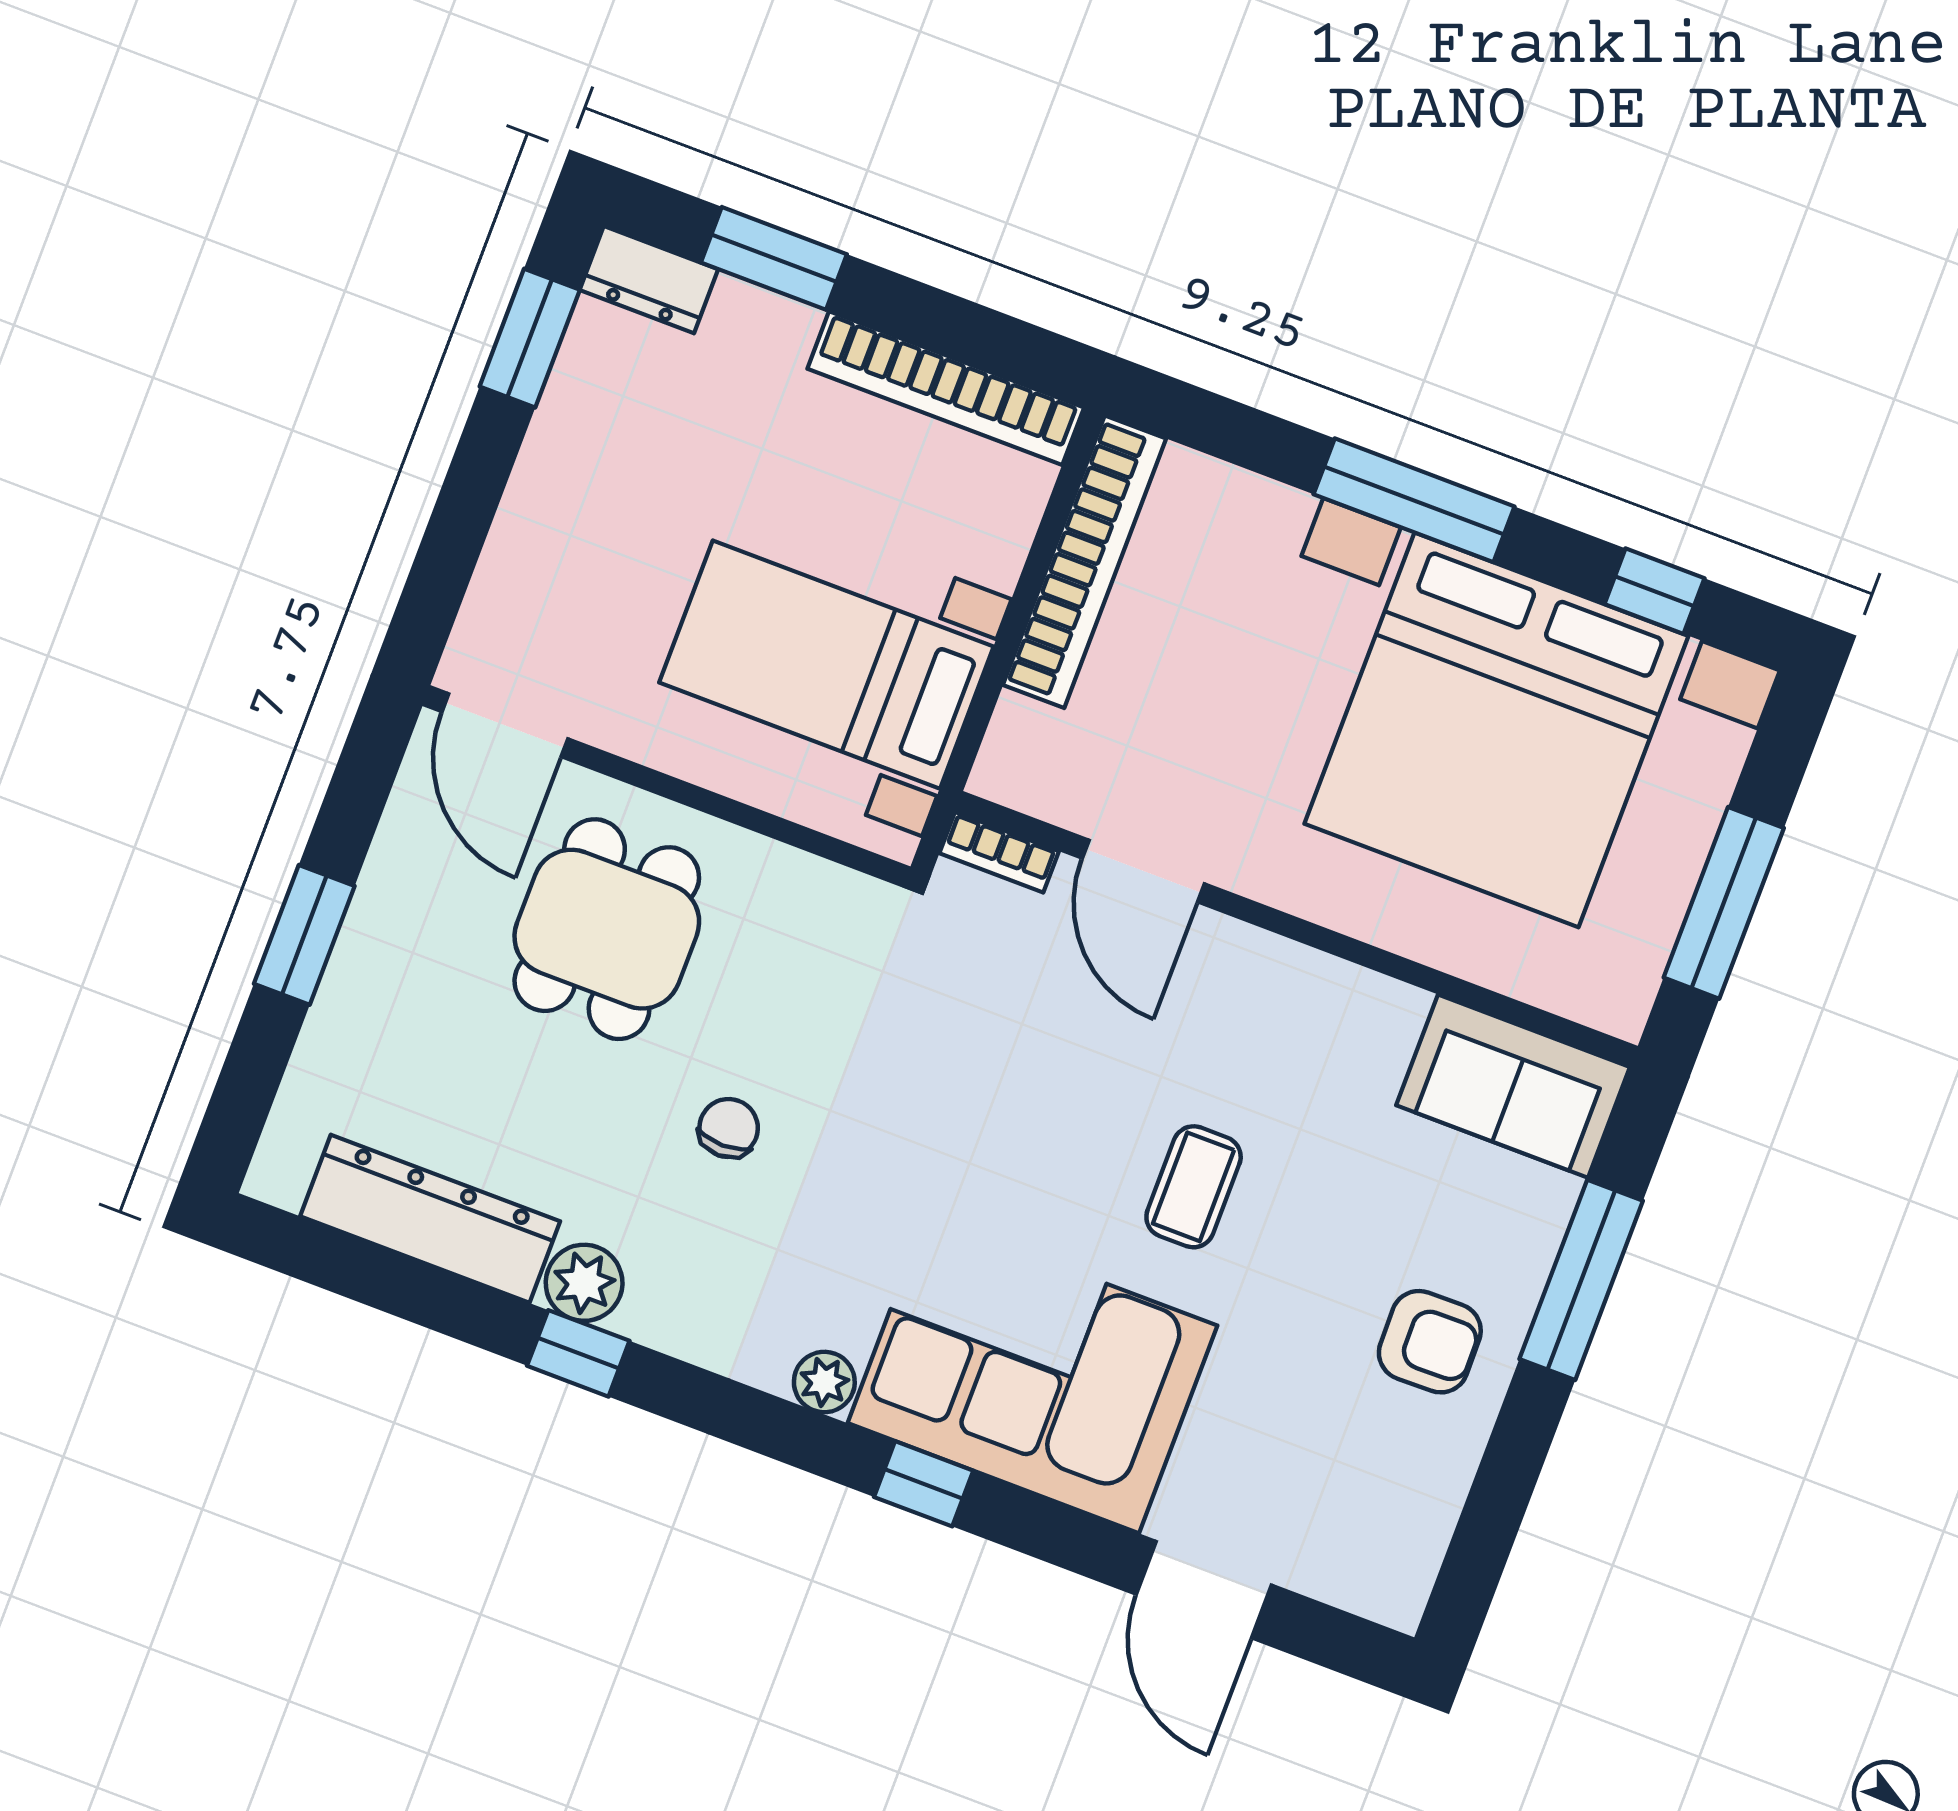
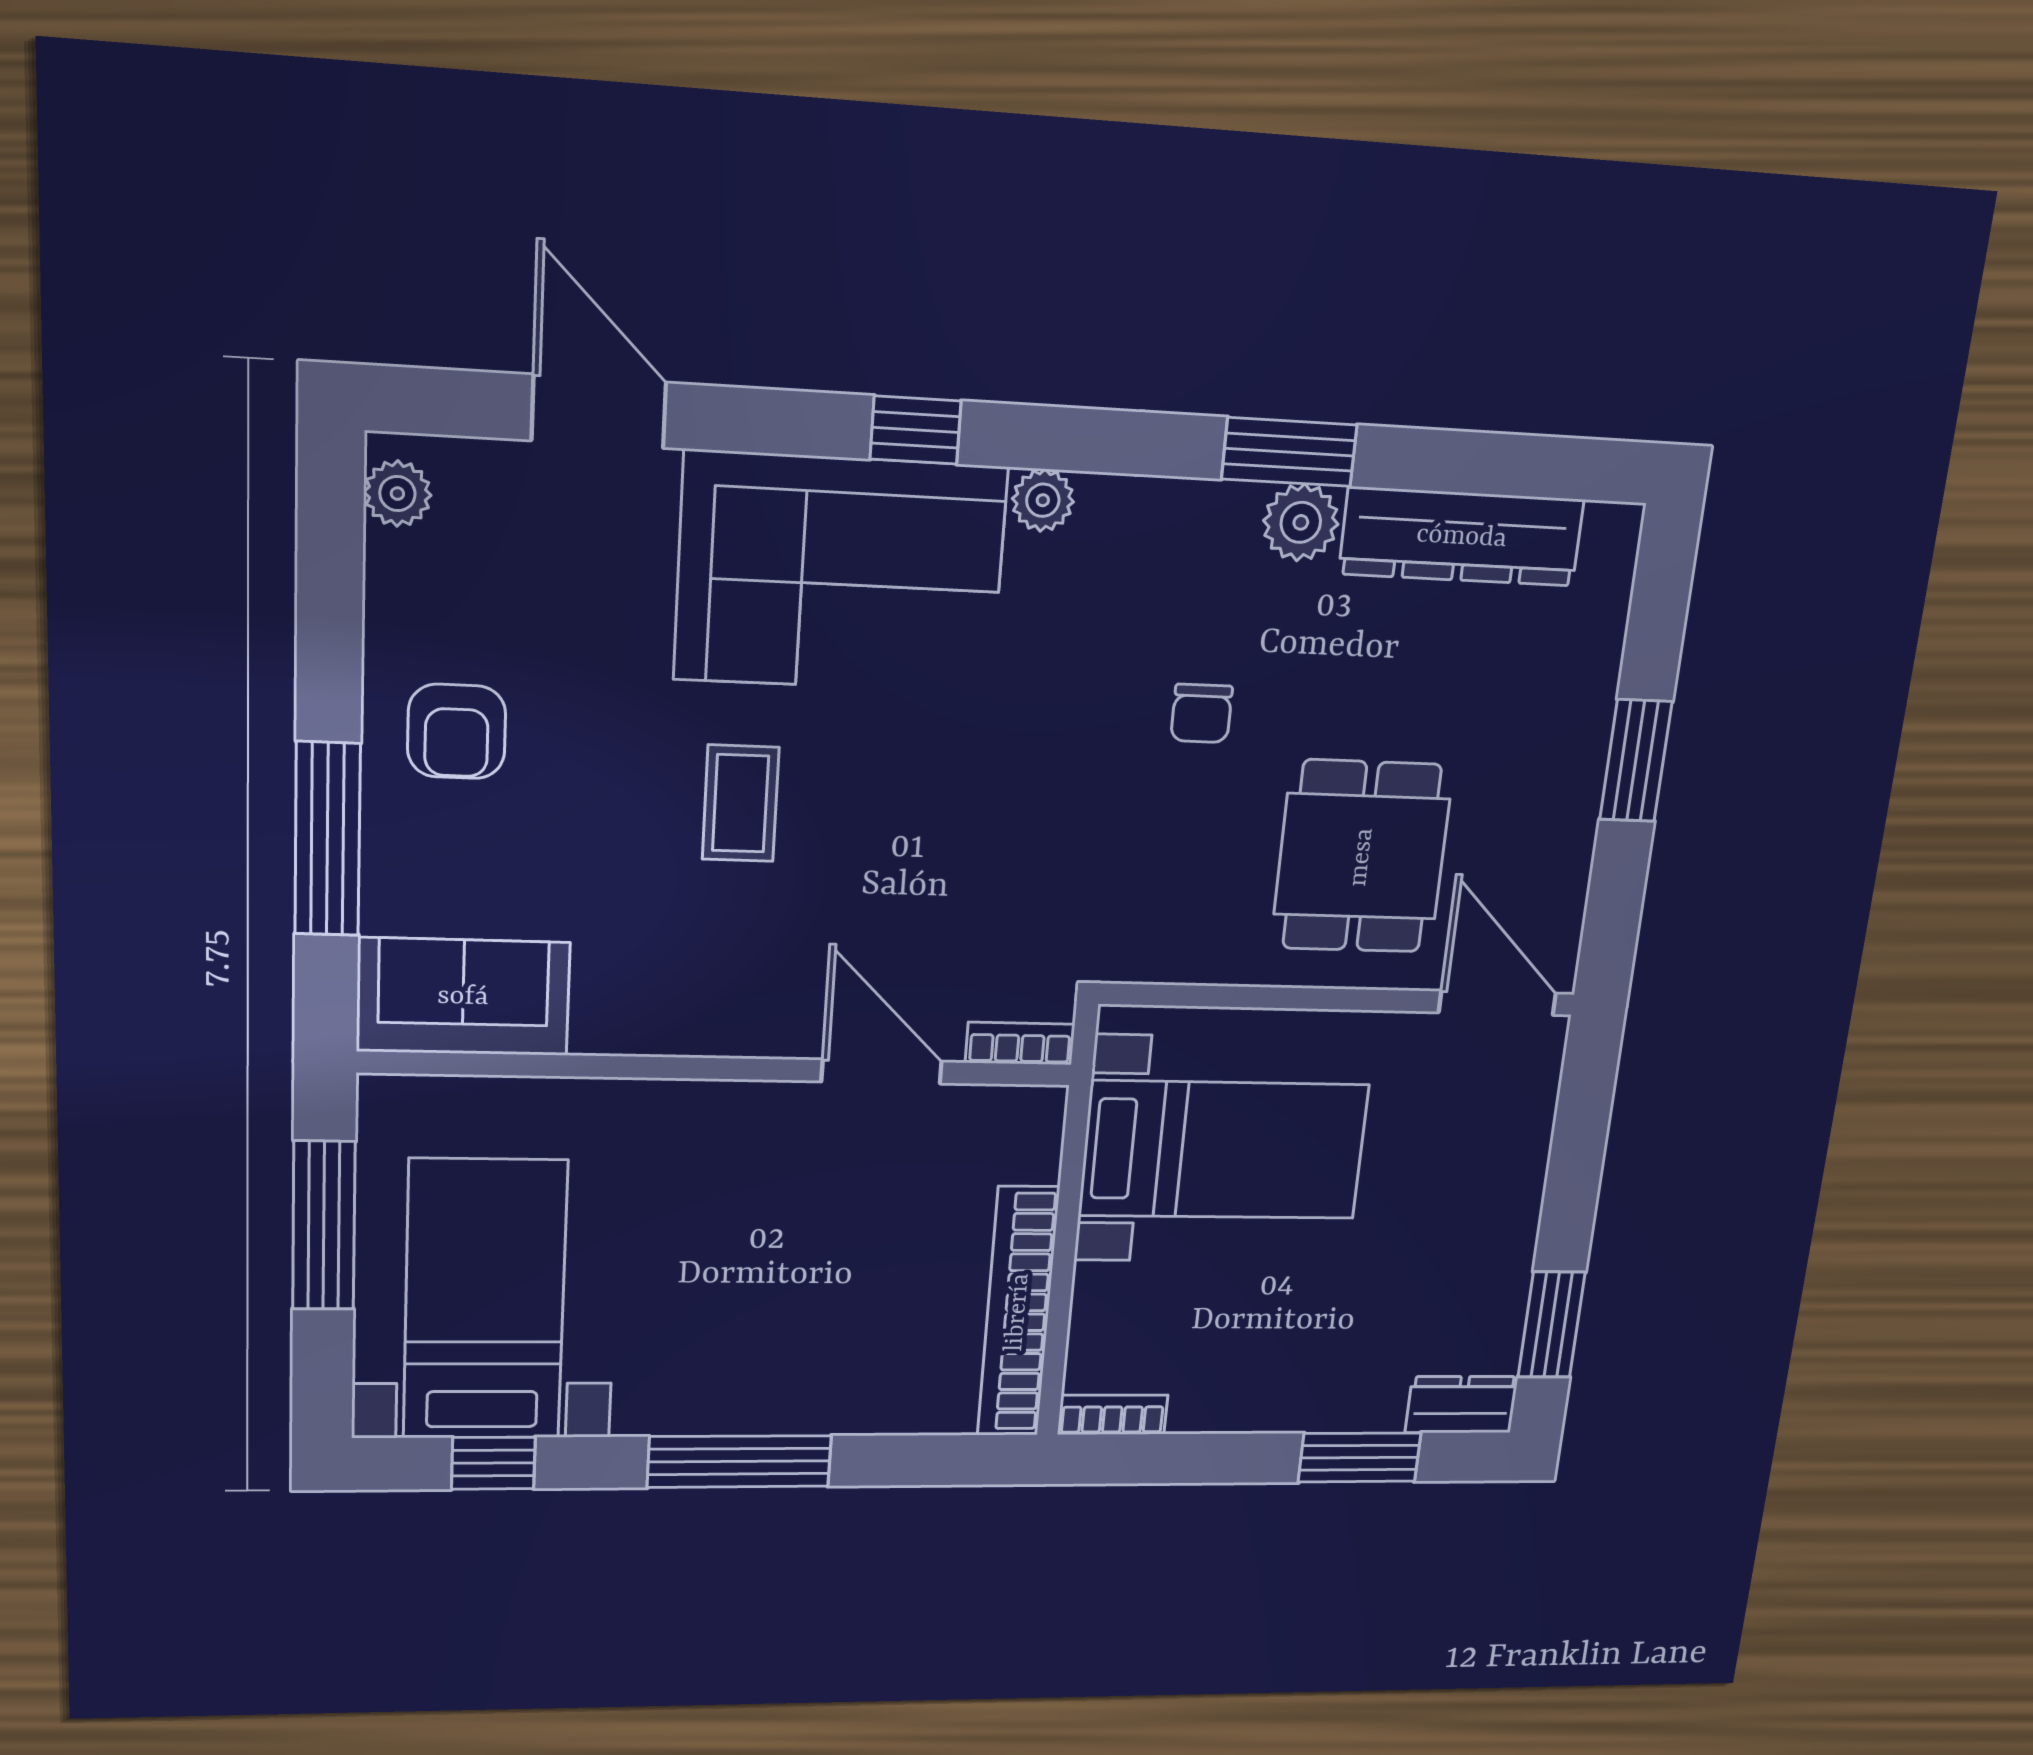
bookcase: (946, 388) -> (1113, 1415), width x0.43, depth x0.76
bed with nightstands: (1496, 730) -> (485, 1300), width x0.54
armchair: (1430, 1342) -> (457, 731), turned -89
window: (578, 1353) -> (1289, 452), width x1.50
plant: (1406, 1573) -> (397, 494), added

